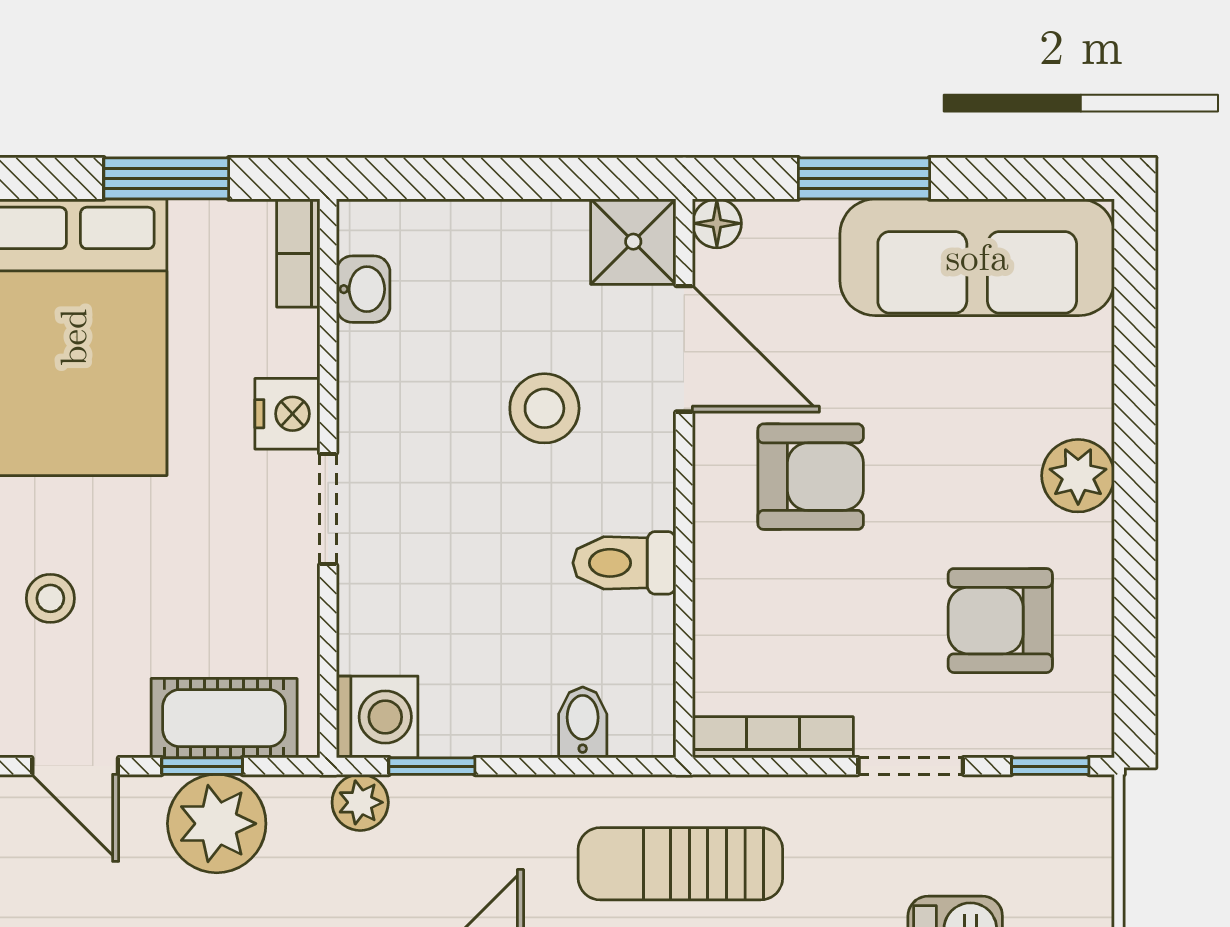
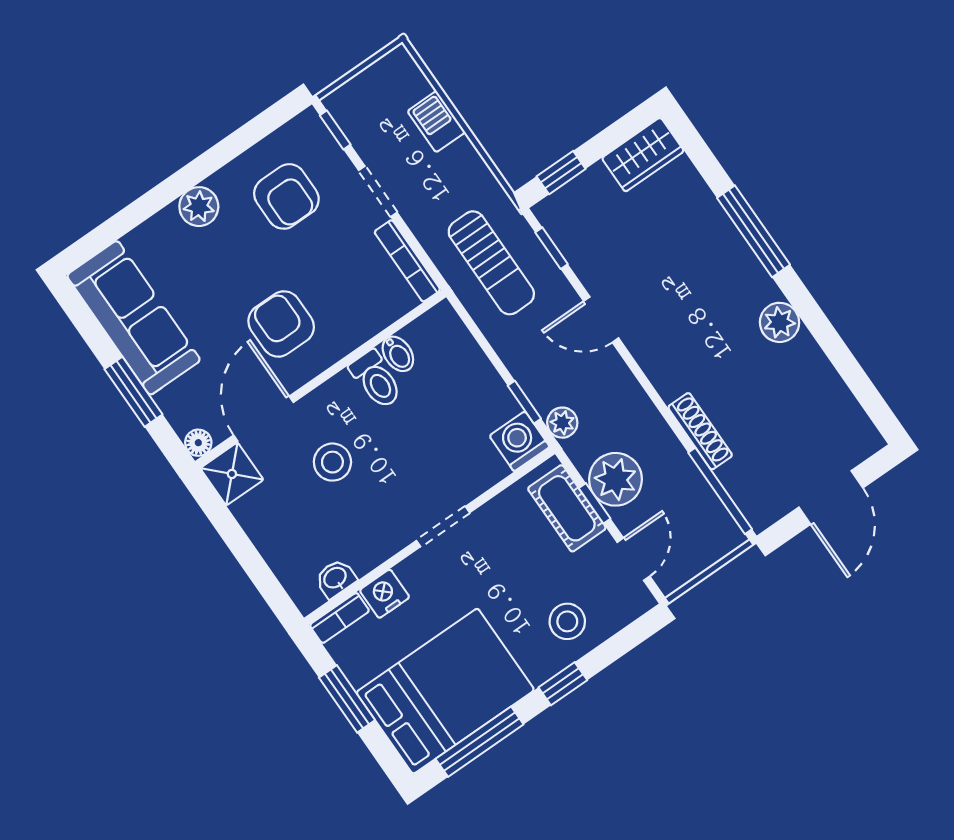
nightstand: (287, 414) -> (385, 594), moved
stool: (50, 598) -> (567, 621), width x1.37, depth x1.37
bidet: (583, 722) -> (398, 354), moved, turned -90

